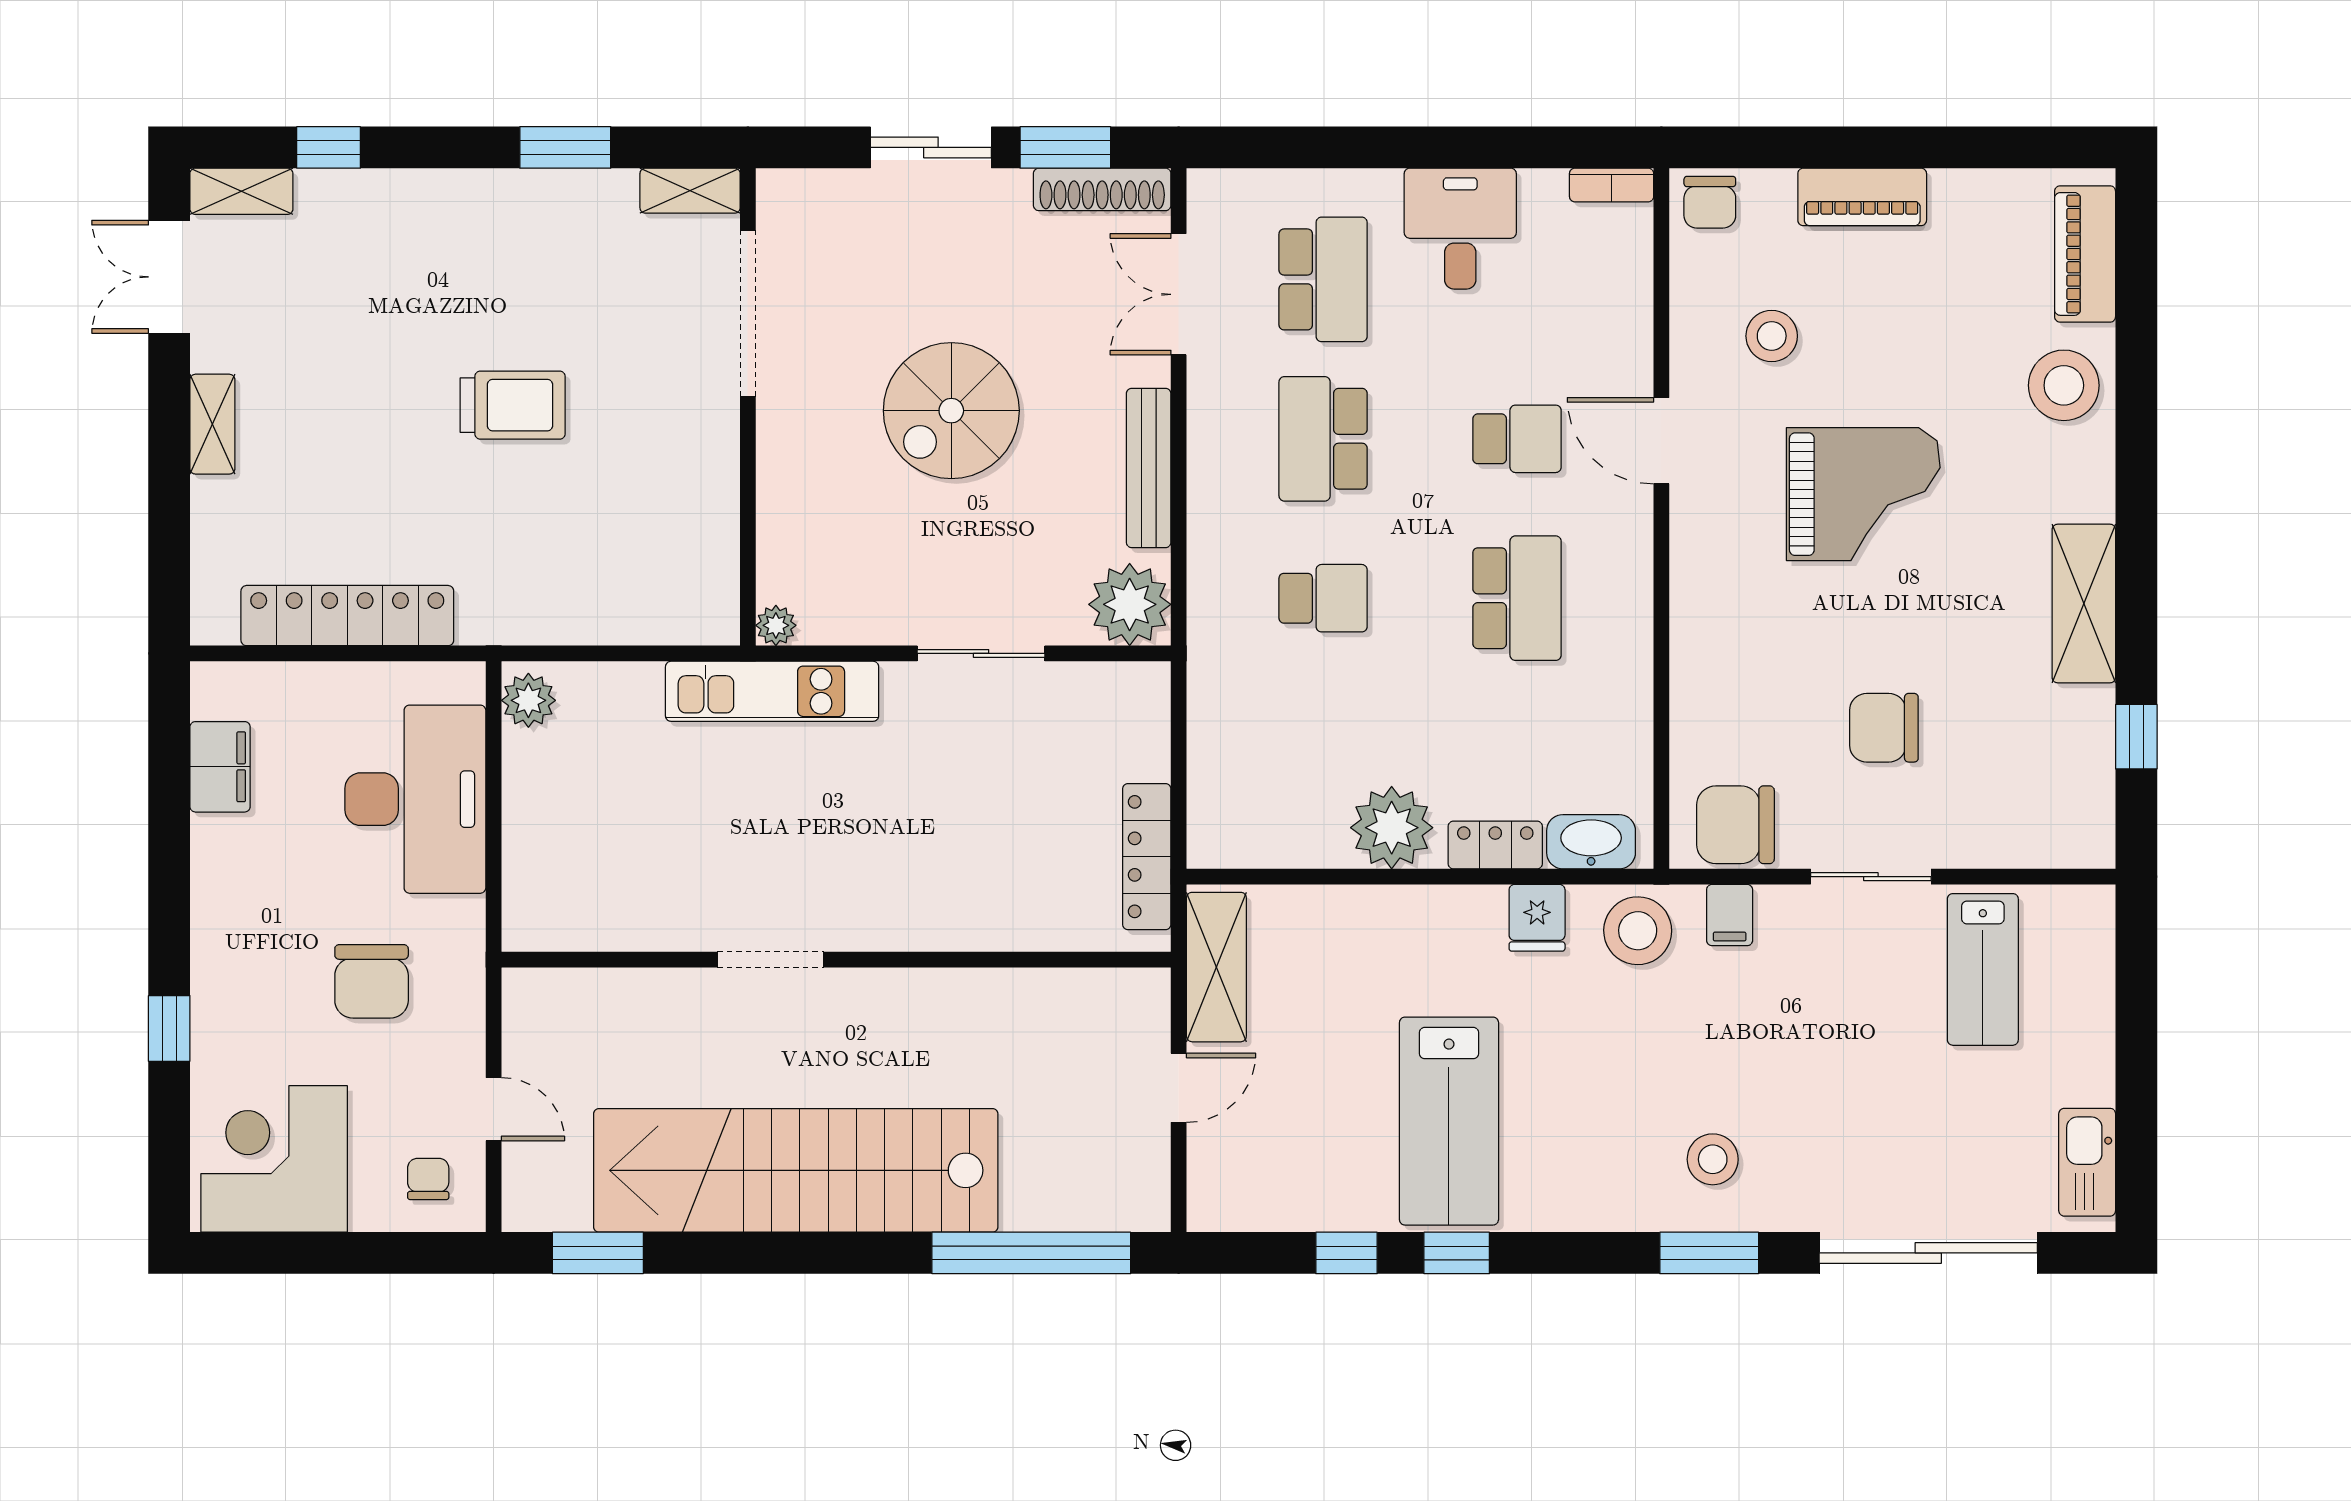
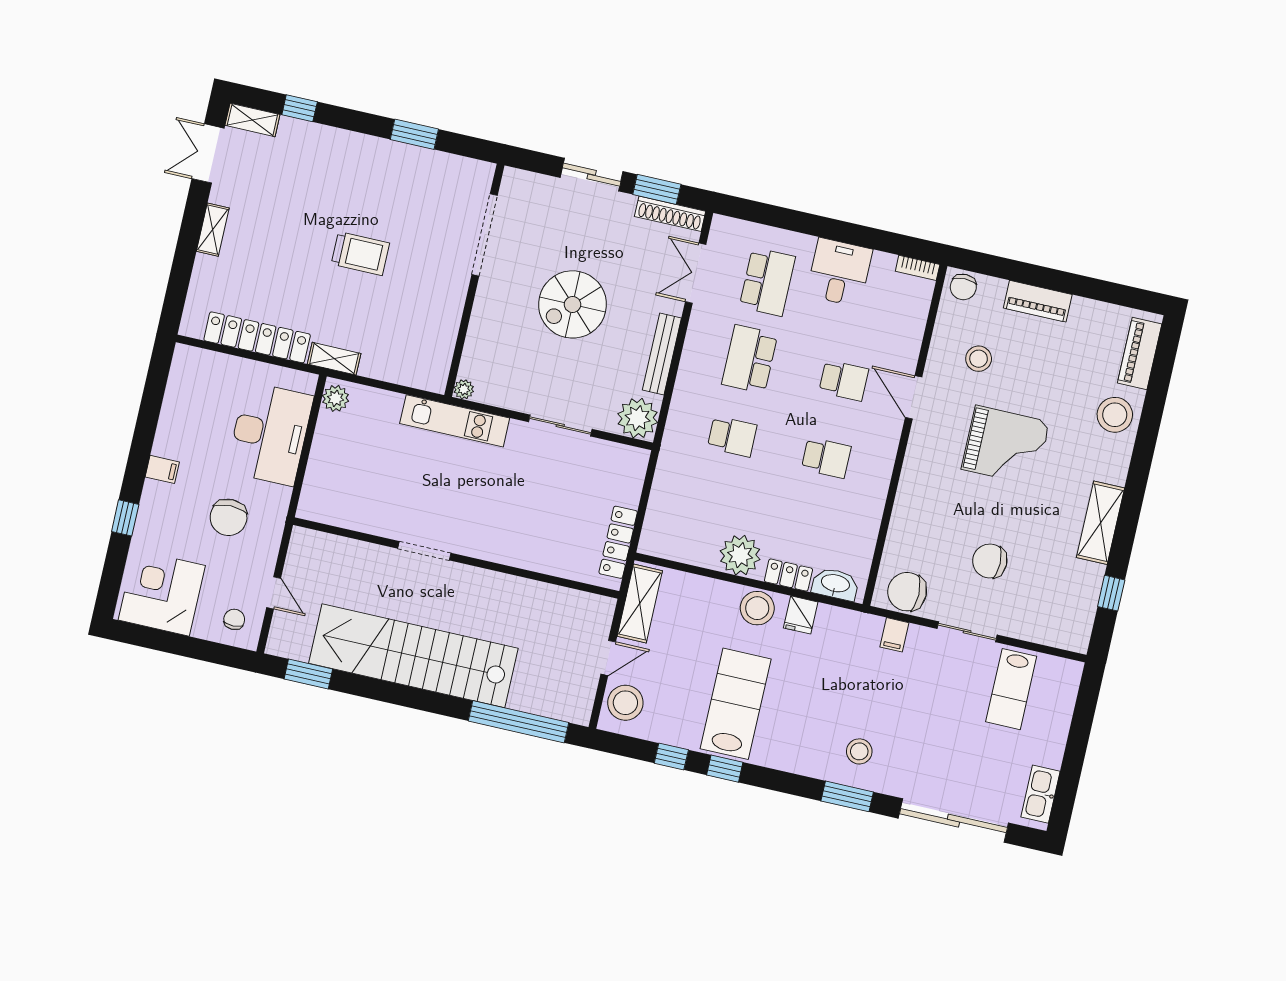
shelving: (690, 191) -> (334, 359), moved
school desk: (1517, 598) -> (826, 458), width x0.54
filing cabinet: (220, 767) -> (162, 469), moved, width x0.50
stool: (1638, 931) -> (757, 608), moved
lab bench: (1449, 1121) -> (736, 704), turned 180
stool: (1232, 1168) -> (625, 703), added

